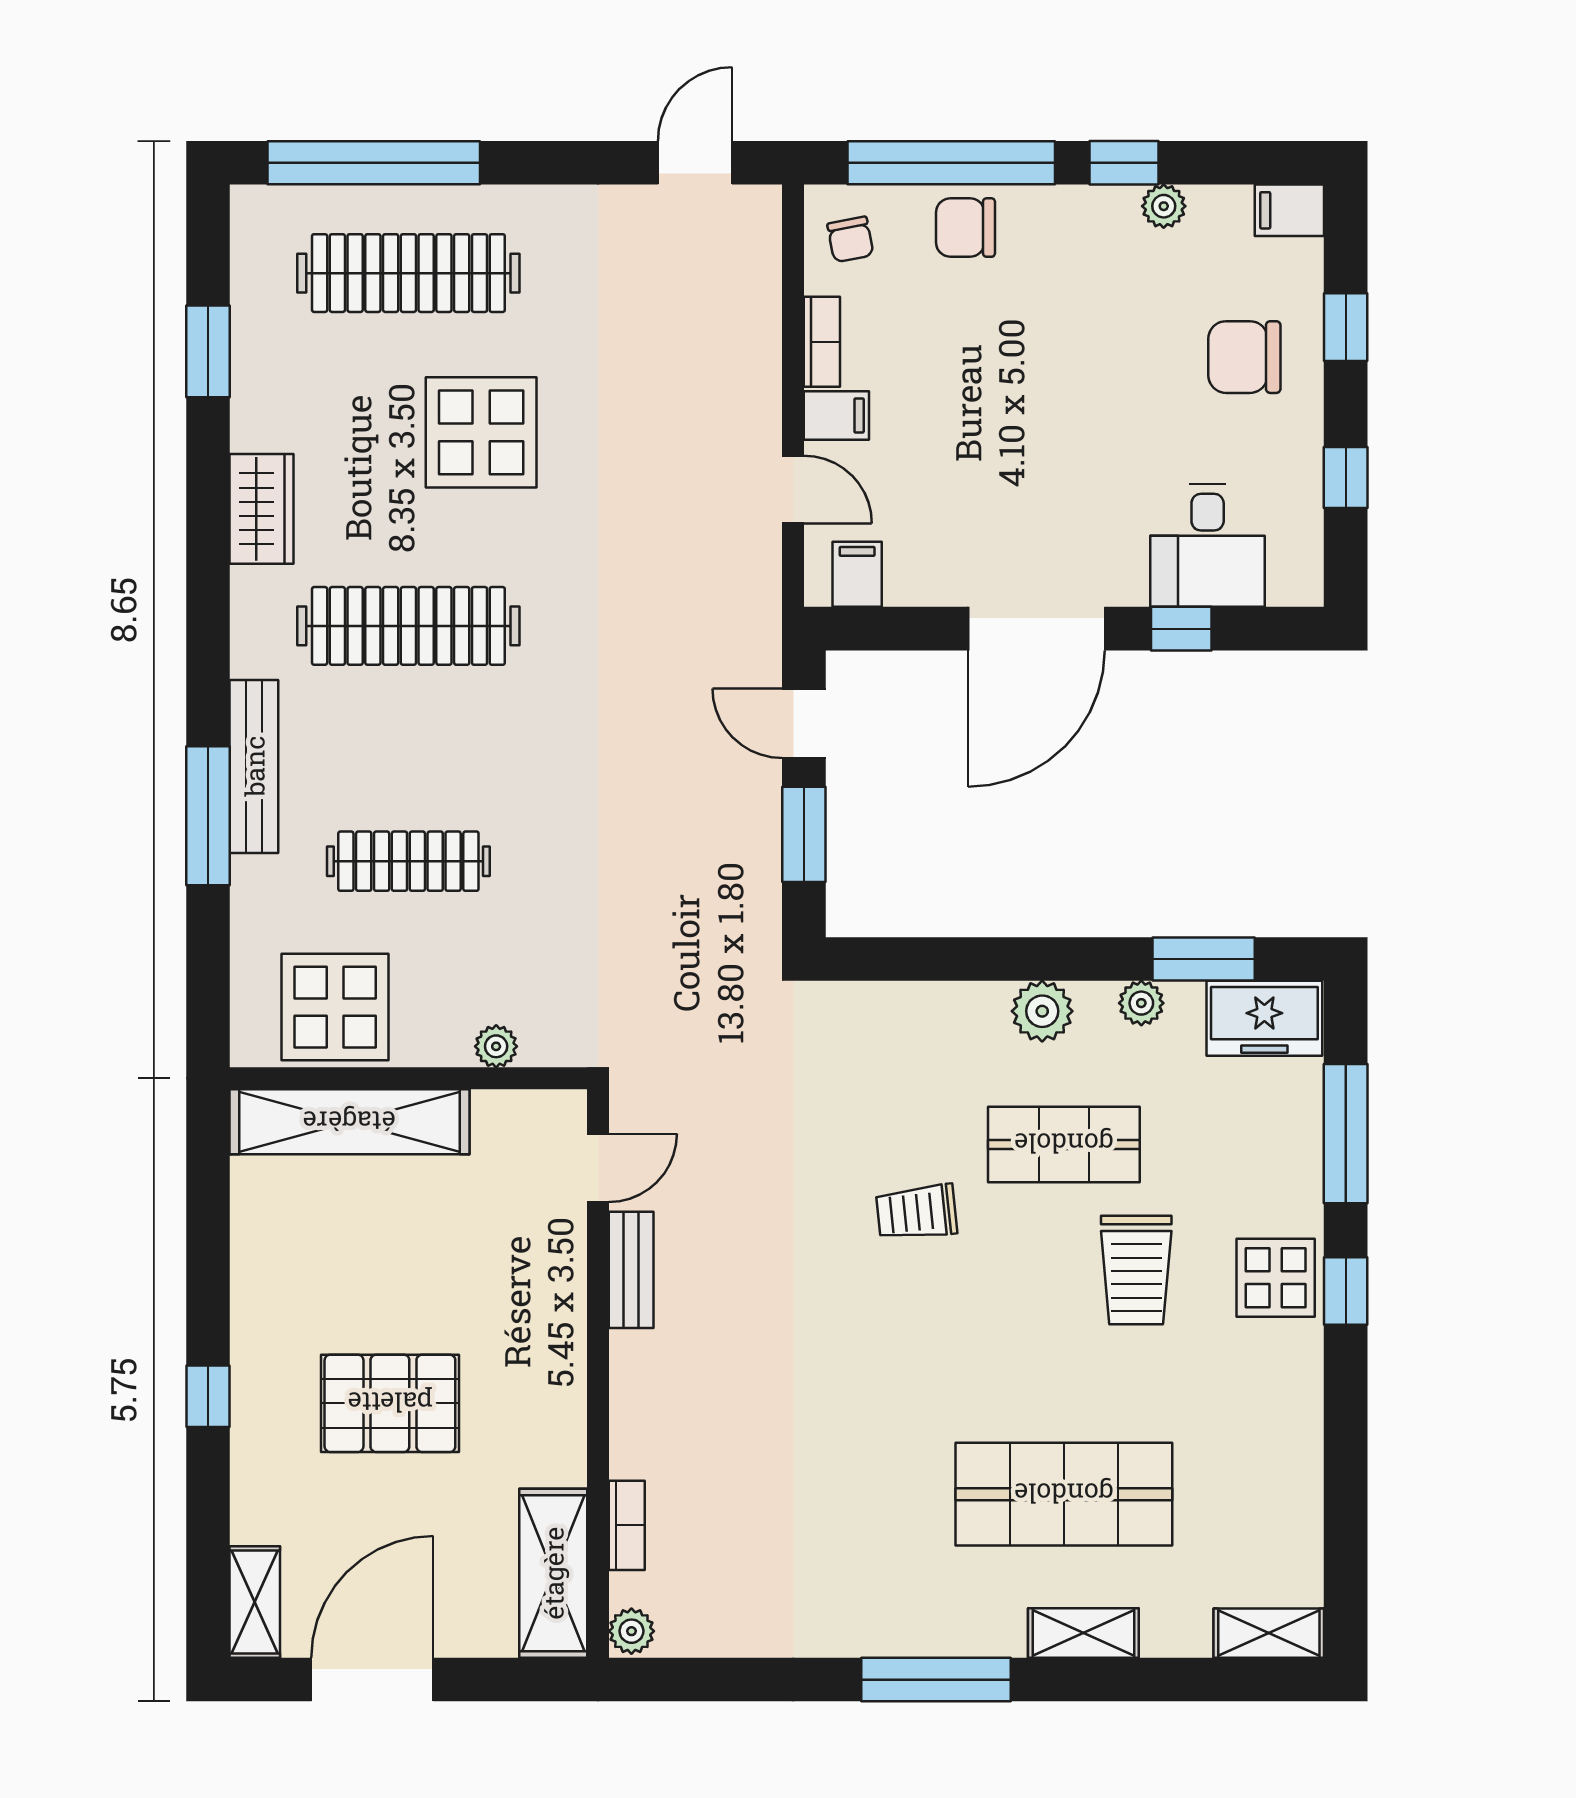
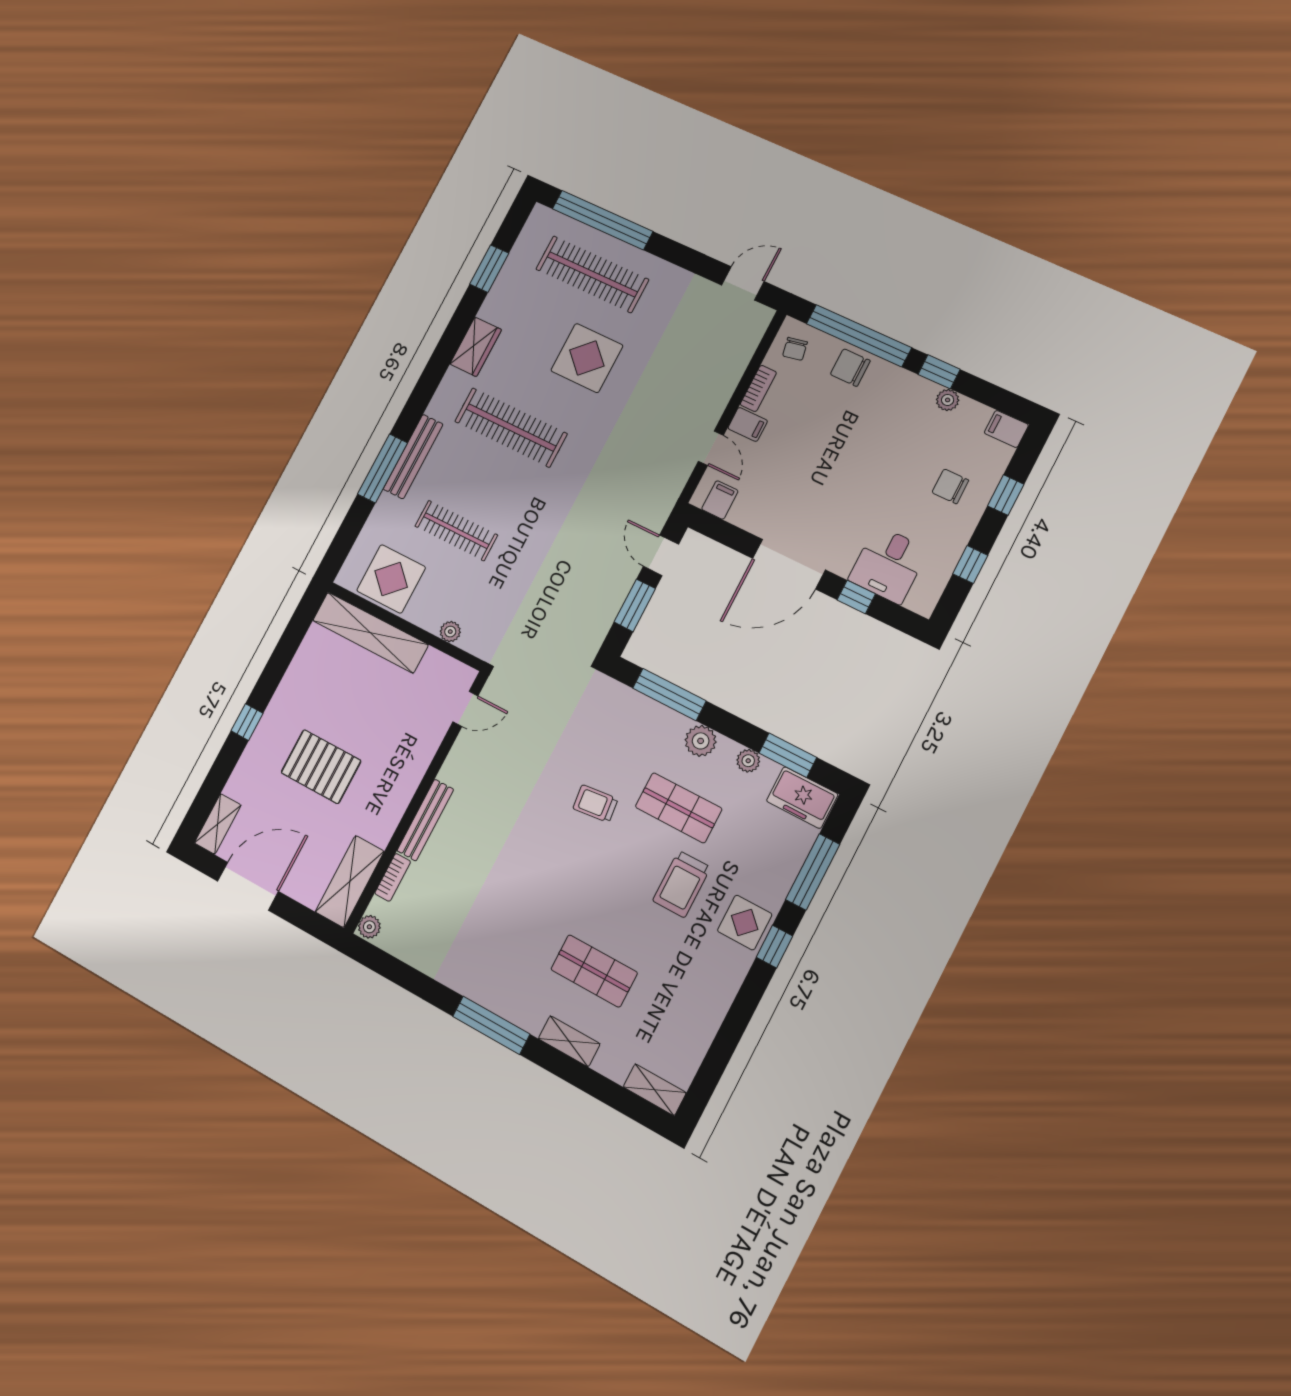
chair: (1244, 357) -> (950, 486), width x0.73, depth x0.73
window: (946, 959) -> (669, 695), added
bench: (631, 1270) -> (425, 820), moved, width x1.36
shop shelf: (1064, 1494) -> (594, 971), width x0.70, depth x0.74

